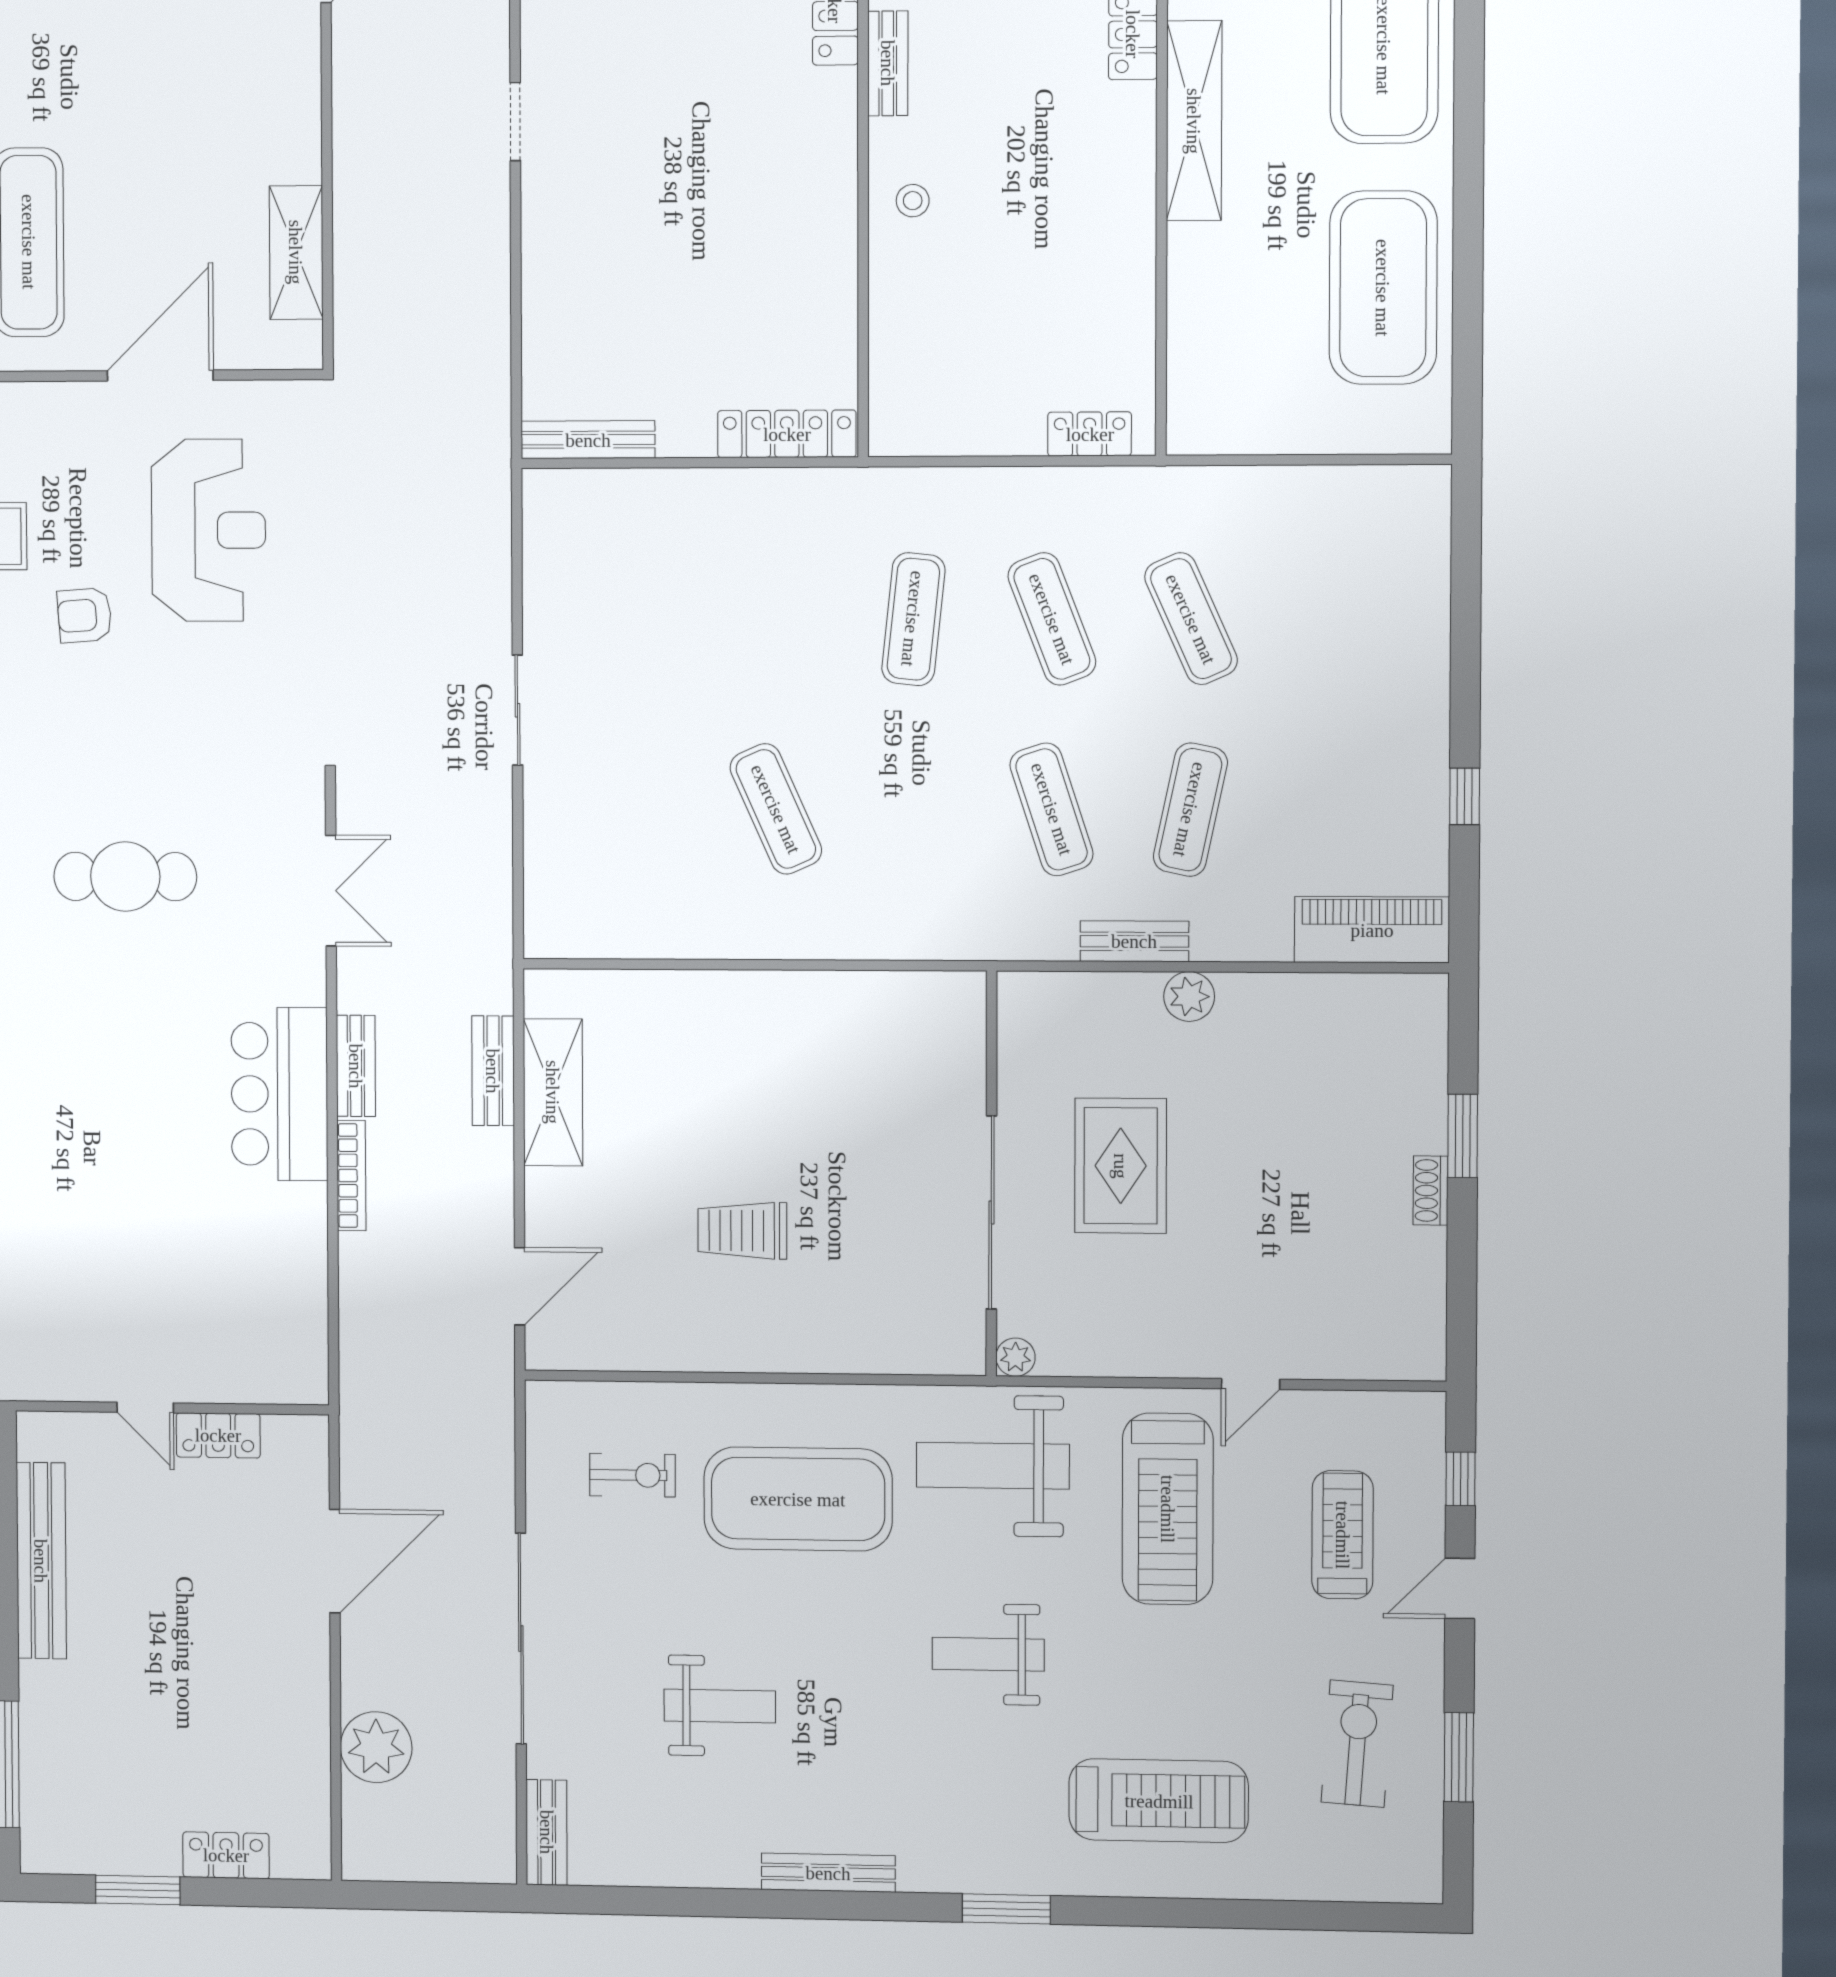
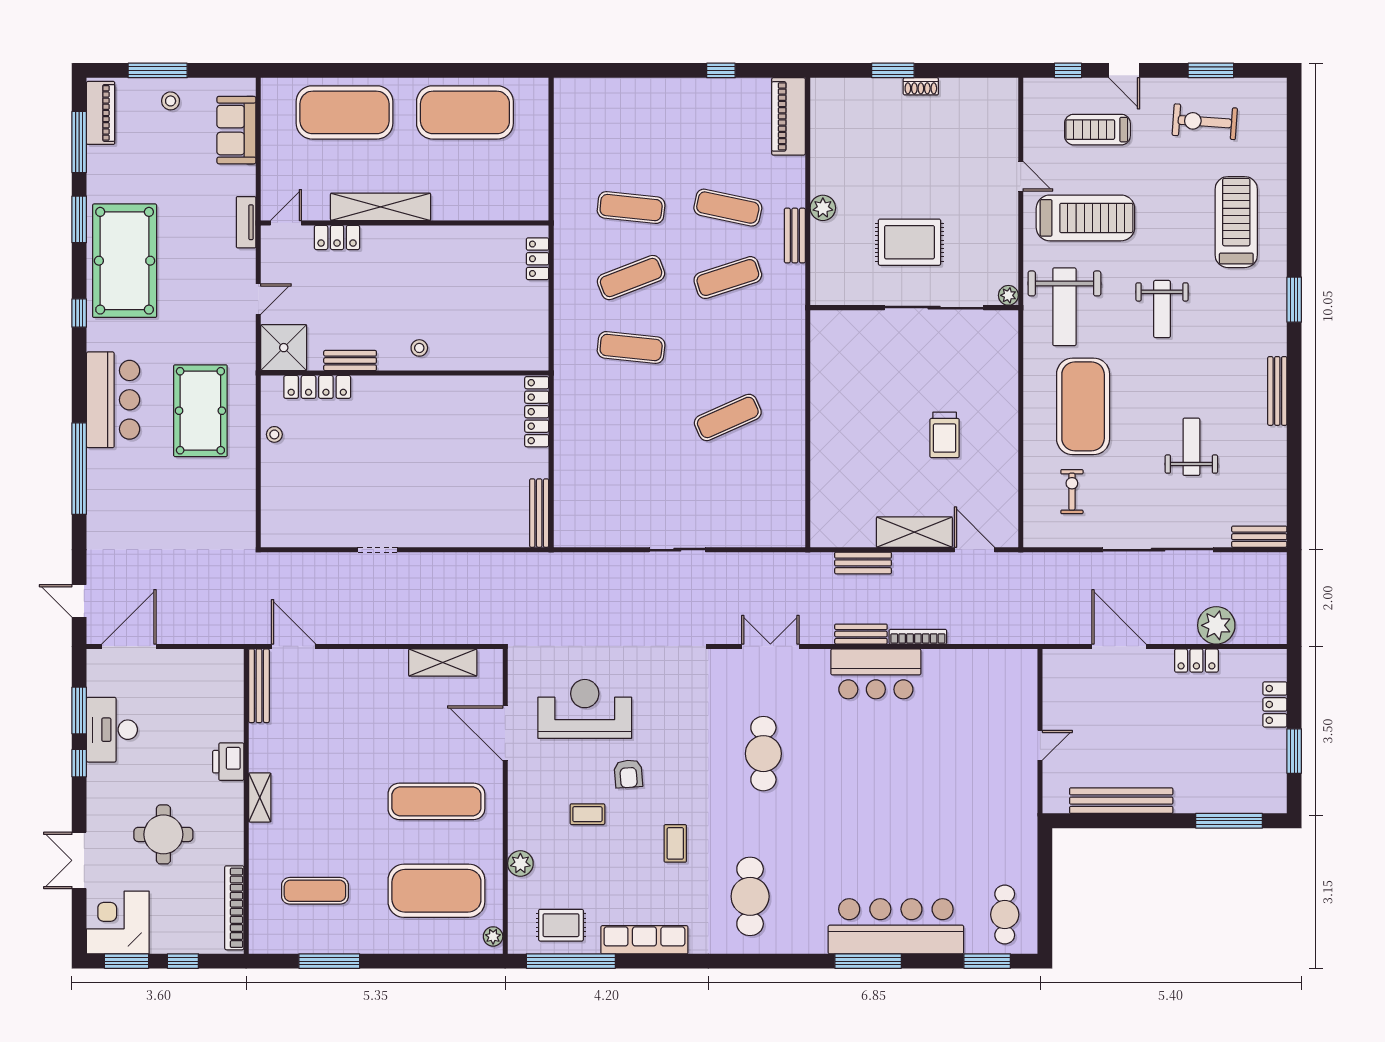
exercise mat: (1191, 619) -> (631, 208), turned 30
shelving: (553, 1092) -> (914, 532), moved
locker: (218, 1435) -> (1196, 661), moved, turned 90

